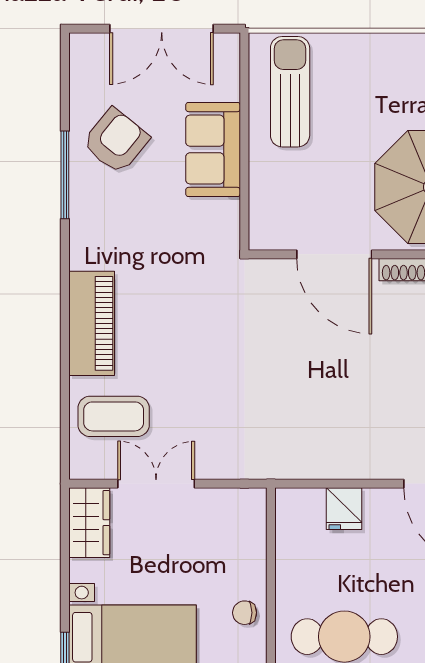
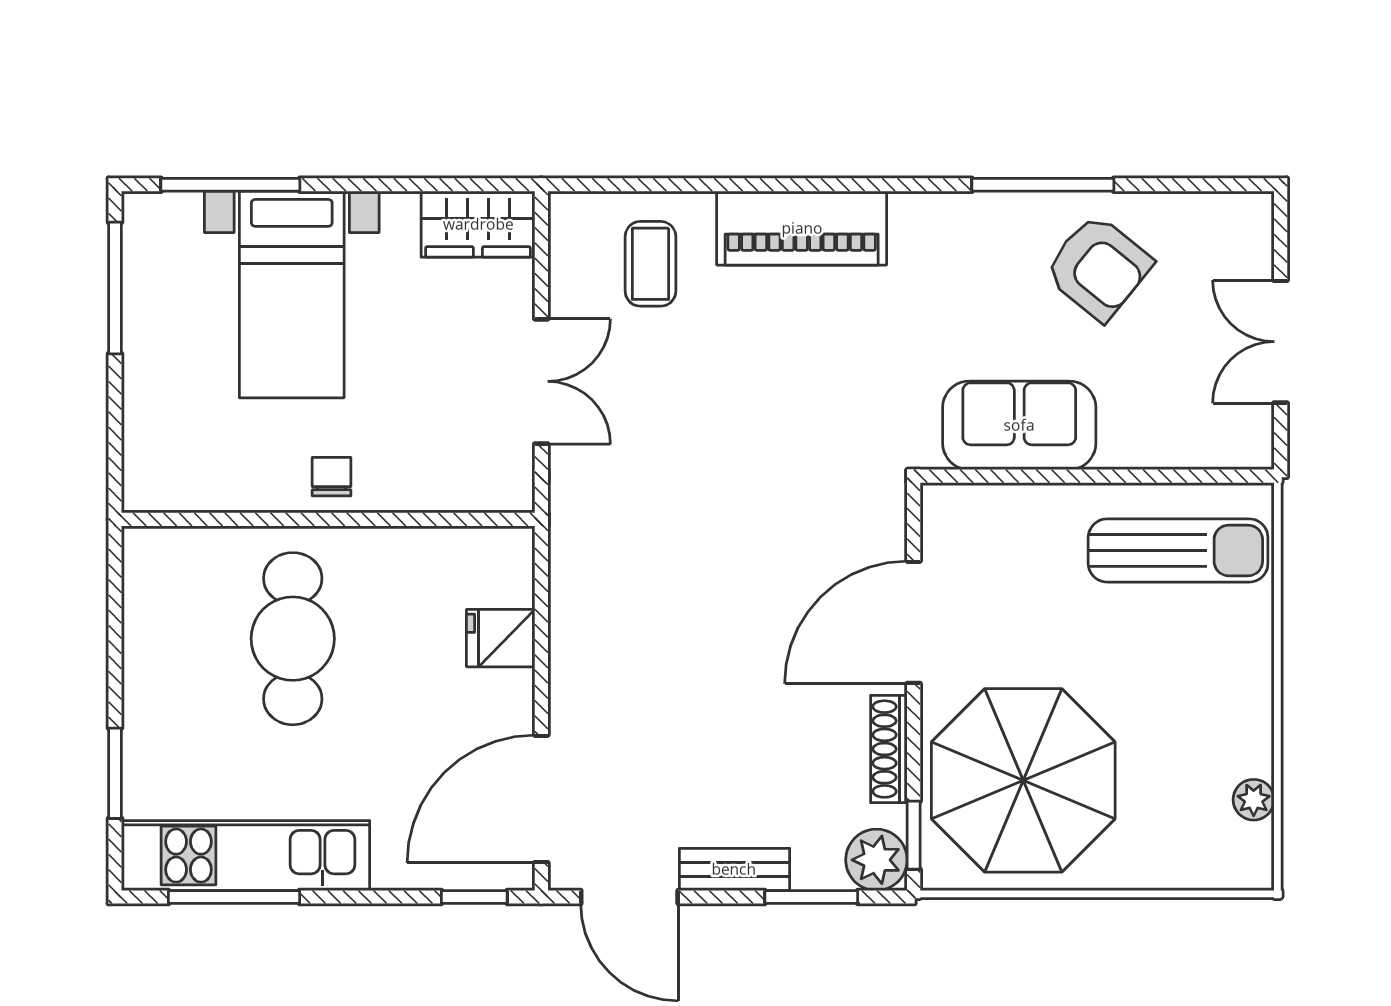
double door: (162, 29) -> (1281, 342), width x0.73
sofa: (213, 149) -> (1019, 425), moved
coffee table: (114, 416) -> (650, 264), width x0.73, depth x0.77
double door: (156, 484) -> (541, 381), moved

